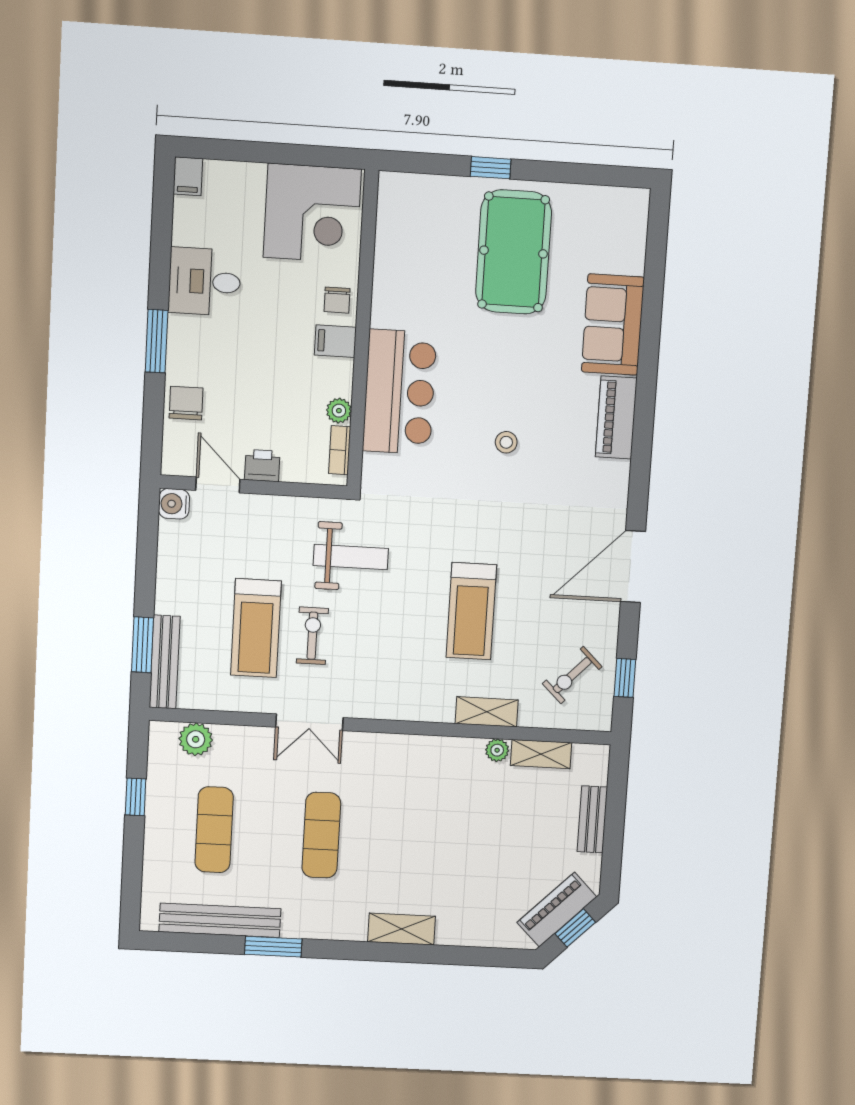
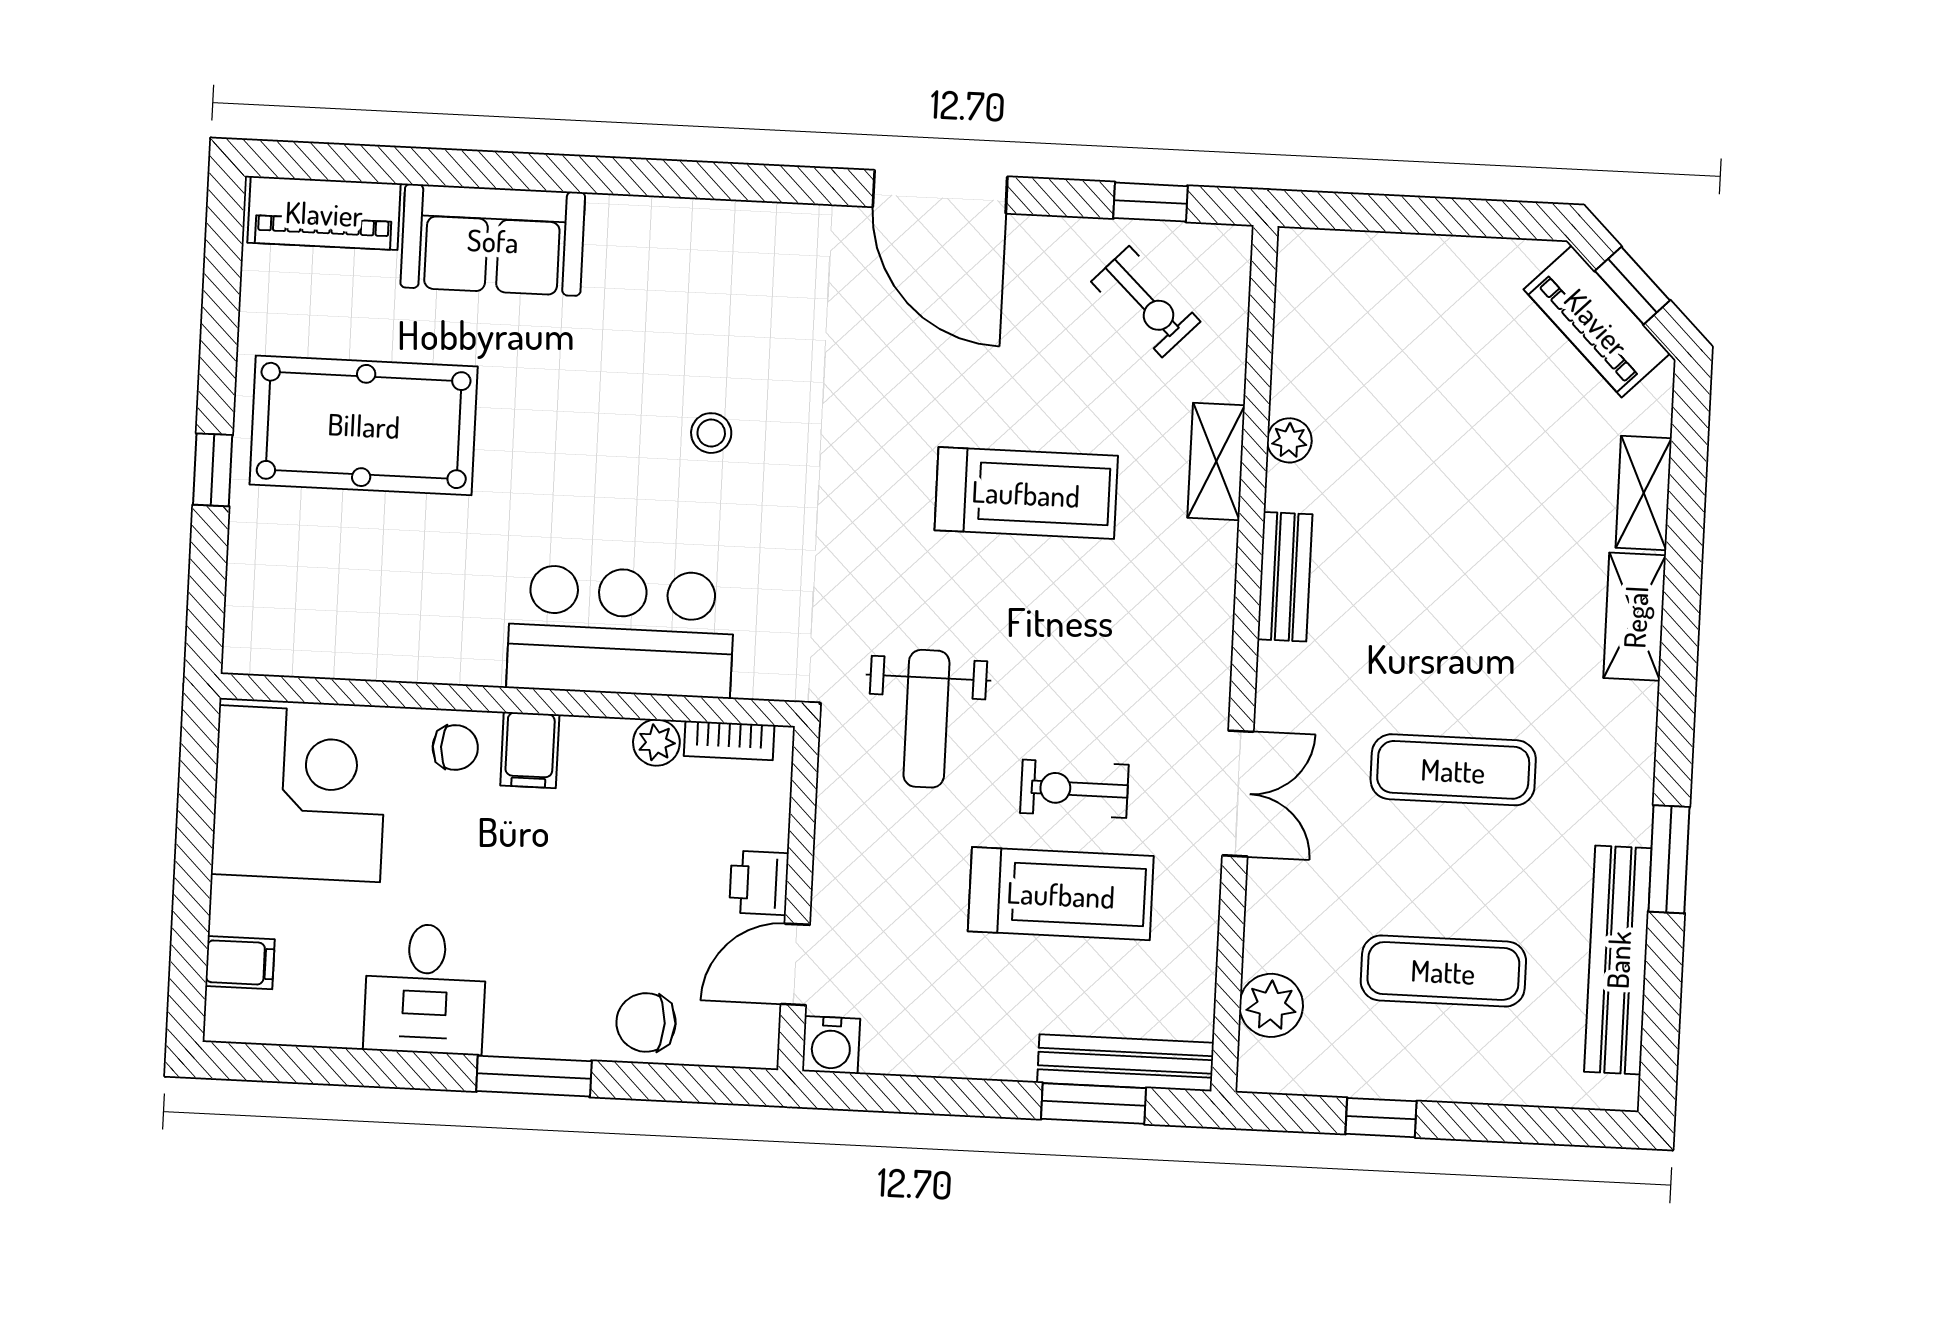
filing cabinet: (188, 176) -> (240, 963), moved
piano: (616, 418) -> (324, 213), moved
weight bench: (351, 557) -> (926, 719), turned 180
shelving: (541, 754) -> (1644, 493), moved
bench: (592, 819) -> (1285, 577), moved, turned 90

